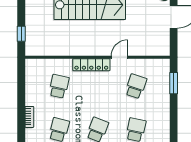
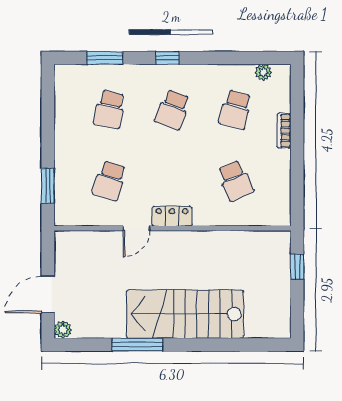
locker: (91, 65) -> (172, 216), width x0.66
school desk: (59, 86) -> (235, 181), turned -36

